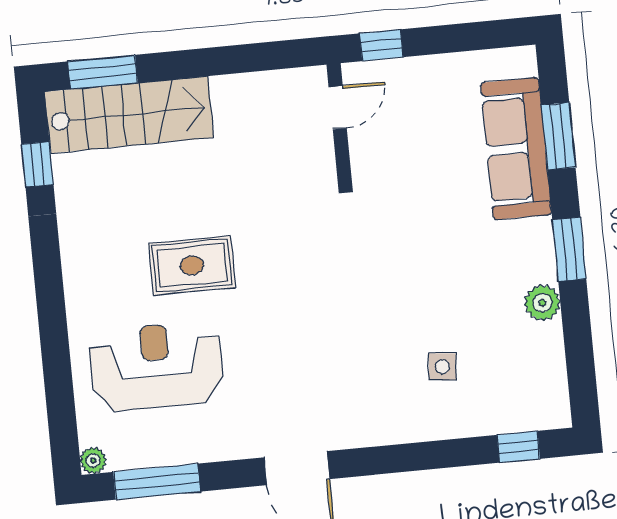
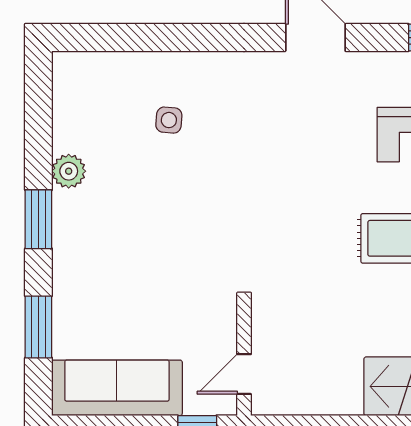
sofa: (516, 149) -> (117, 388), moved, turned -90
window: (518, 447) -> (104, 38), removed

